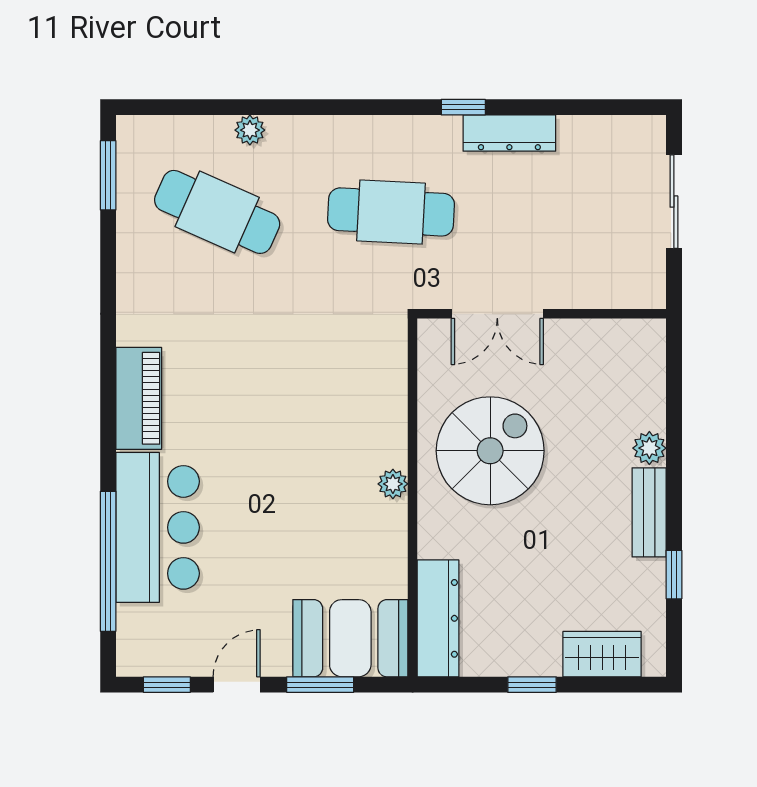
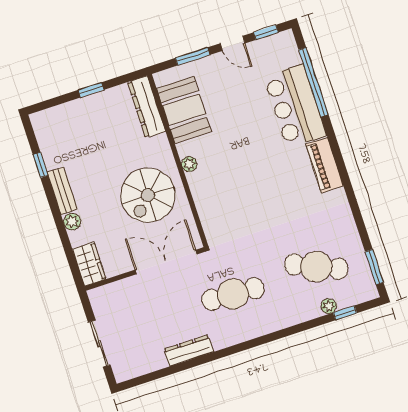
window: (463, 107) -> (345, 313), moved
plant: (250, 130) -> (329, 306), moved
double door: (497, 314) -> (166, 262), width x1.37
booth: (350, 638) -> (184, 110), moved, turned 90
wardrobe: (602, 654) -> (89, 264), moved, turned -90
door: (237, 685) -> (233, 43), hinge flipped

